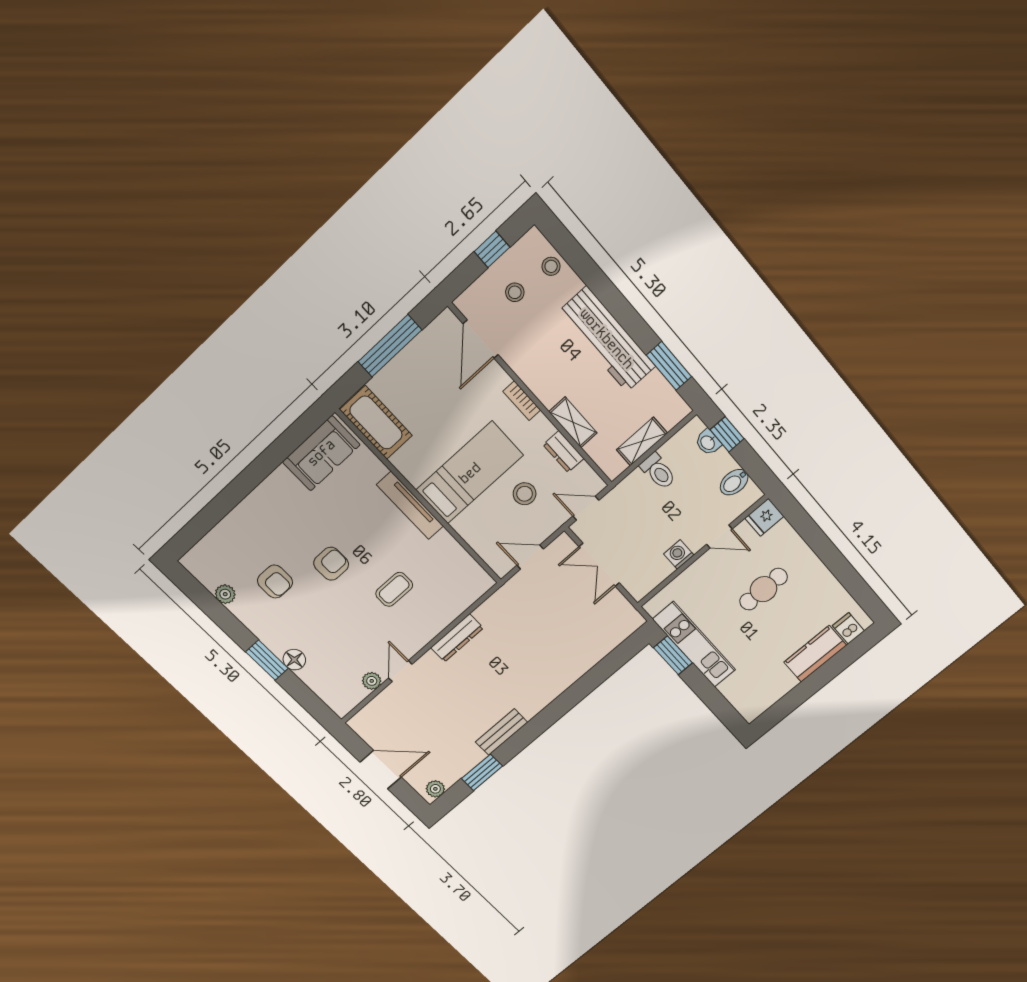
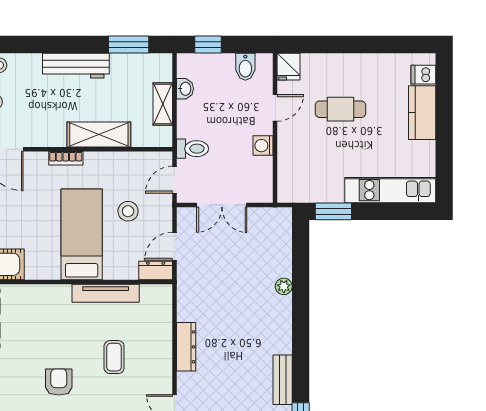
workbench: (607, 339) -> (76, 66), width x0.73, depth x0.76
shelving: (573, 422) -> (99, 135), width x1.50, depth x1.33
washbasin: (708, 442) -> (185, 89), moved, turned -90
dresser: (563, 452) -> (156, 270), moved, turned 180
toilet: (658, 471) -> (192, 149), moved
tv unit: (410, 506) -> (106, 293), moved
cafe table: (764, 589) -> (340, 109), turned 90
kitchen unit: (694, 645) -> (390, 190), moved
plant: (577, 670) -> (284, 286), added

